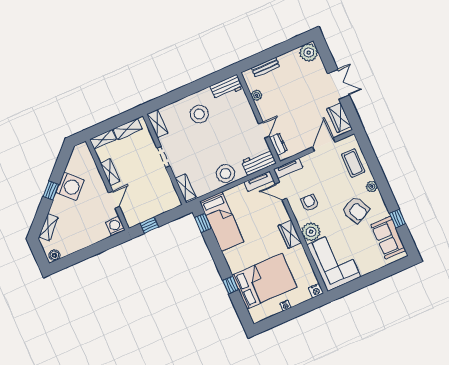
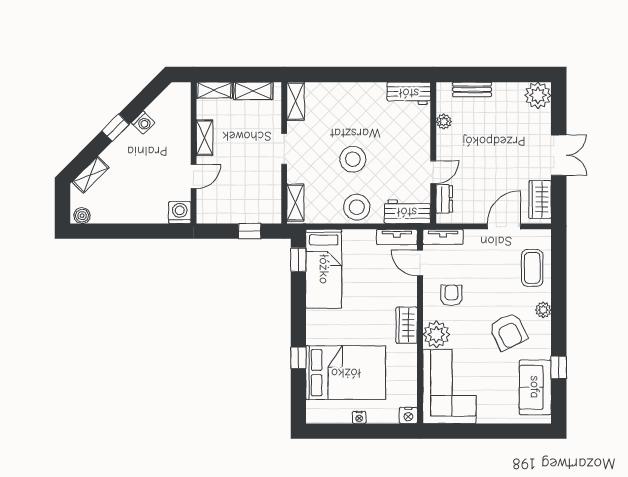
stool: (199, 114) -> (353, 159), moved
washing machine: (70, 186) -> (143, 123), width x0.53, depth x0.53
window: (149, 225) -> (250, 231), moved

